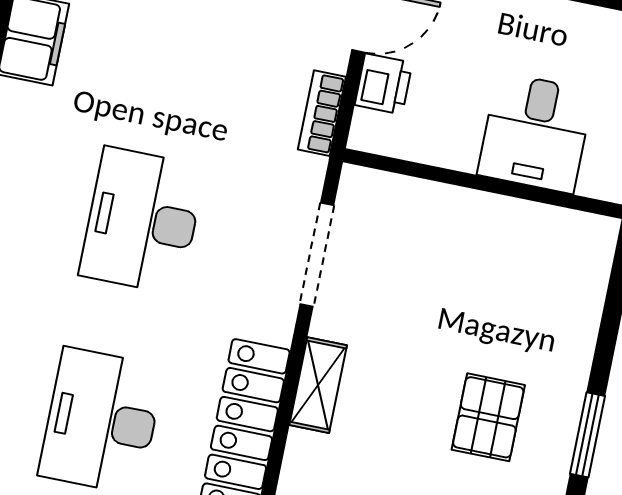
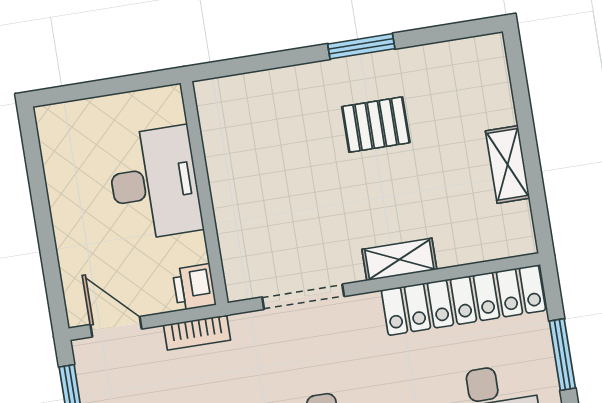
printer: (383, 84) -> (194, 287), moved, turned -90
desk: (535, 133) -> (154, 183), width x1.37

